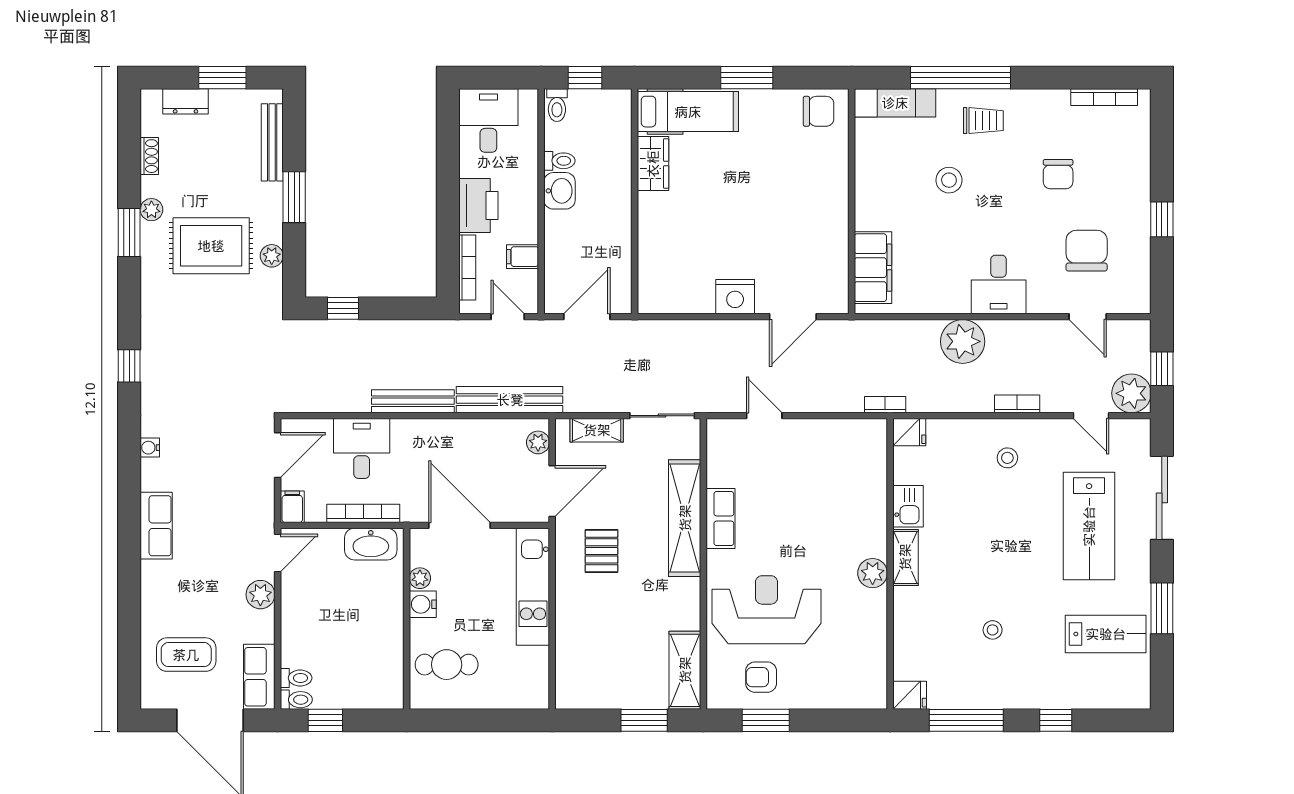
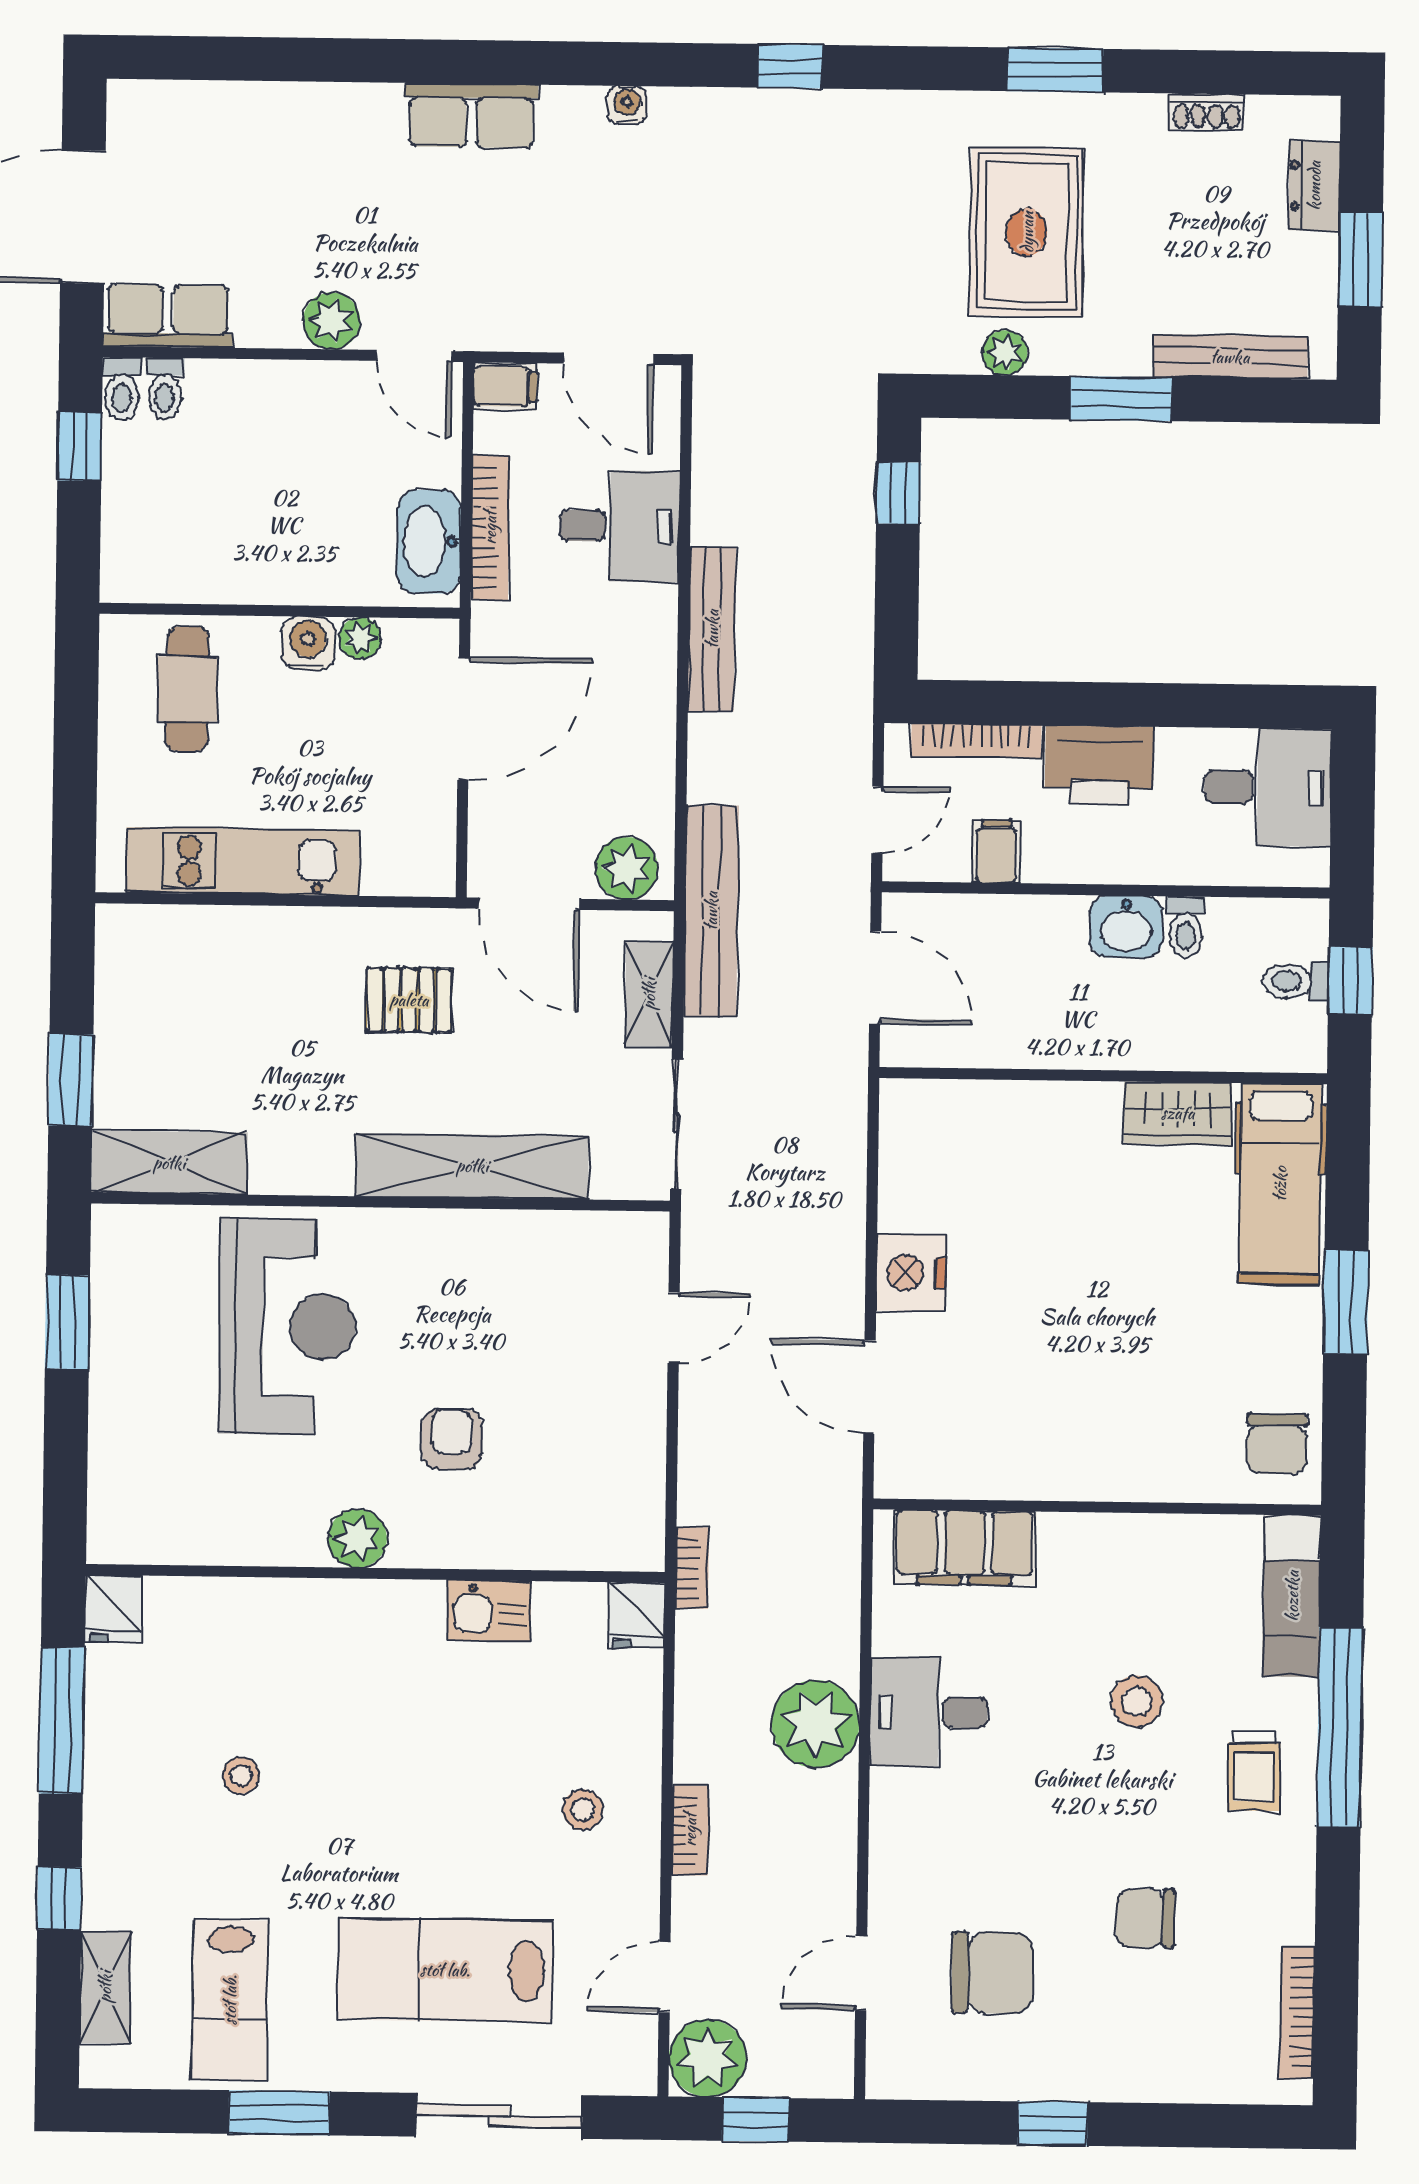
toilet: (557, 105) -> (1296, 981), moved
plant: (151, 210) -> (1100, 115), removed
desk: (999, 284) -> (929, 1712), moved
bench: (510, 400) -> (711, 911), moved
plant: (538, 442) -> (627, 868), width x1.38, depth x1.38
row of seats: (720, 518) -> (470, 1237), removed
shelving: (905, 557) -> (105, 1987), moved, turned 90
kitchen unit: (533, 587) -> (243, 861), moved
coffee table: (186, 655) -> (214, 172), removed
armchair: (761, 677) -> (452, 1439), moved

